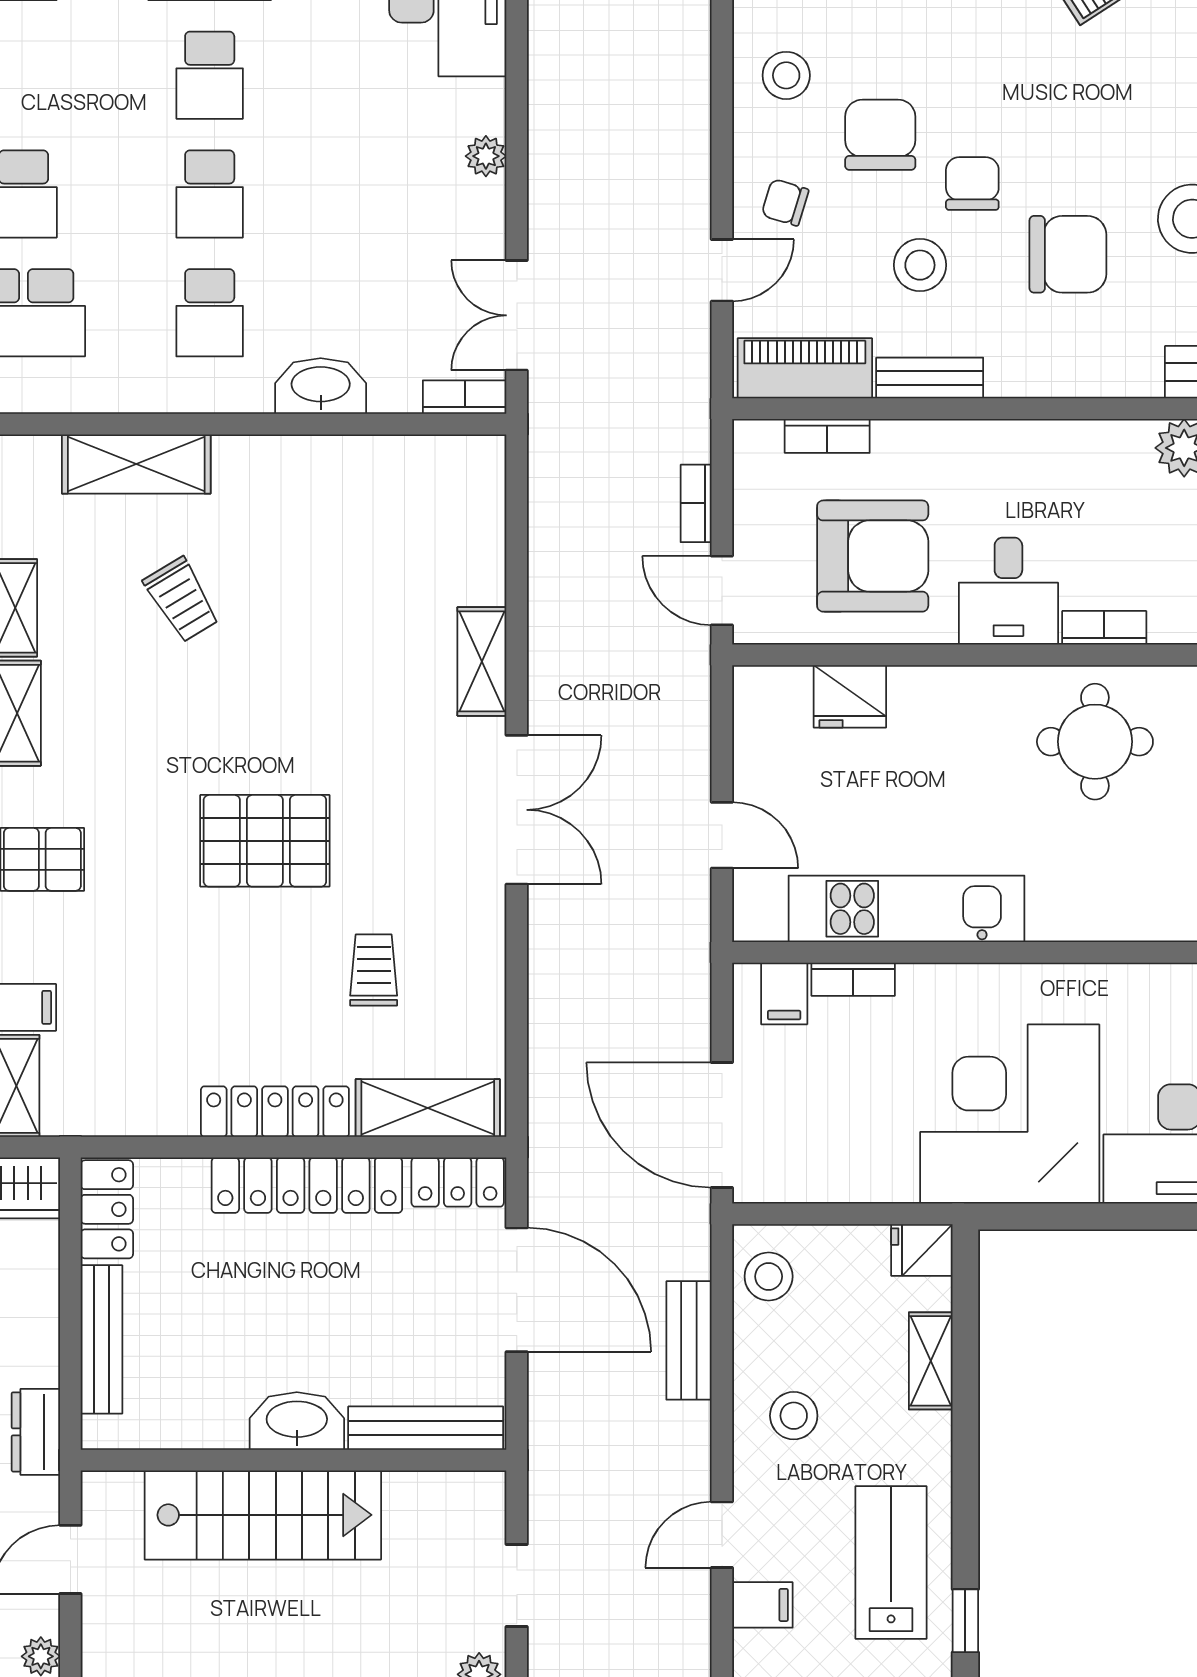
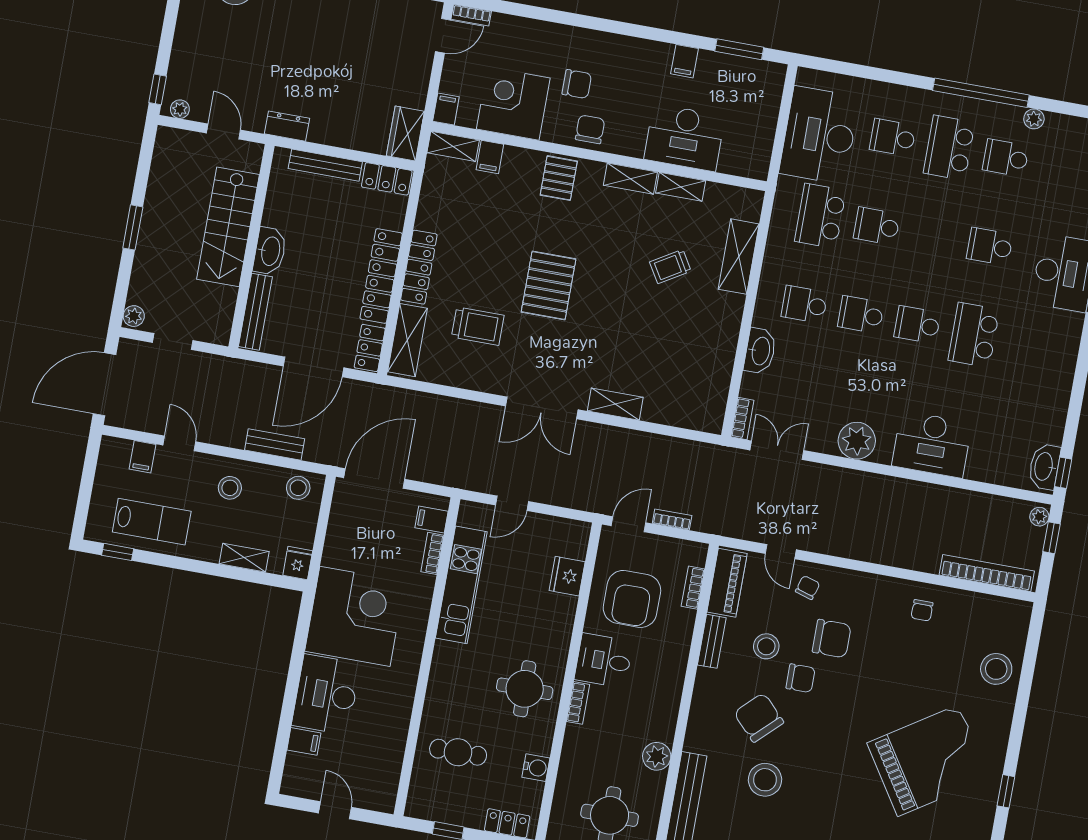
stool: (786, 75) -> (868, 599), removed
plant: (486, 156) -> (857, 441), width x1.88, depth x1.88
chair: (1068, 254) -> (759, 718), turned 136
trolley: (374, 970) -> (478, 326), width x1.36, depth x1.39

